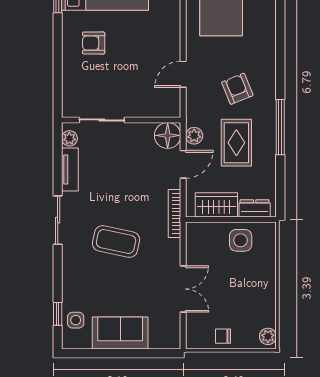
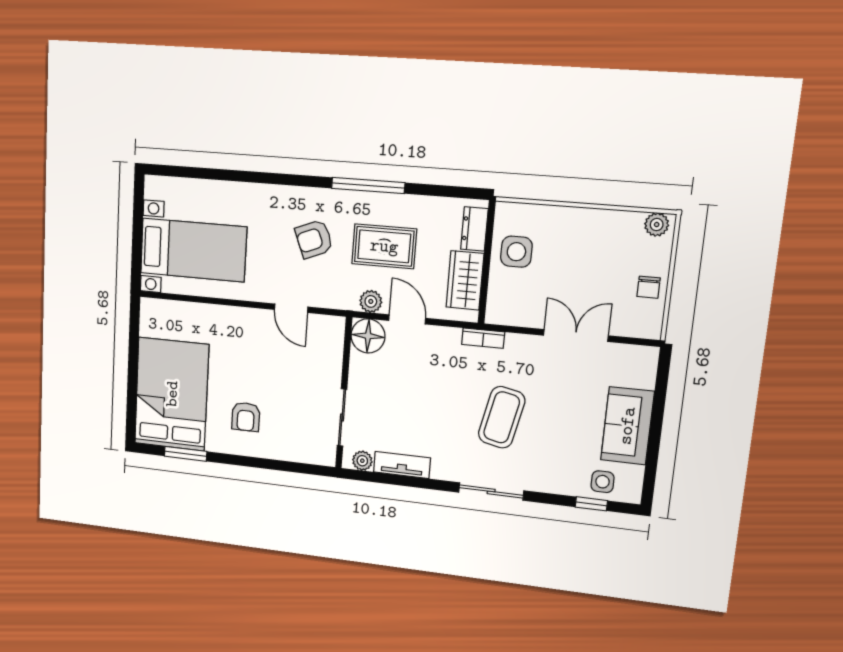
bookcase: (175, 213) -> (483, 338), width x0.64
sliding door: (58, 220) -> (491, 491), moved

